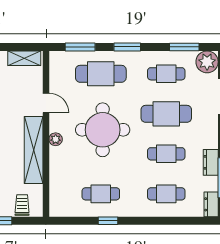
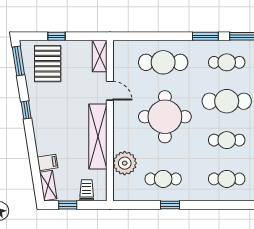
window: (80, 47) -> (143, 36), removed
window: (127, 47) -> (205, 36), moved
shelving: (24, 58) -> (100, 56), moved, turned 90
plant: (56, 139) -> (125, 163), moved, width x1.88, depth x1.88

